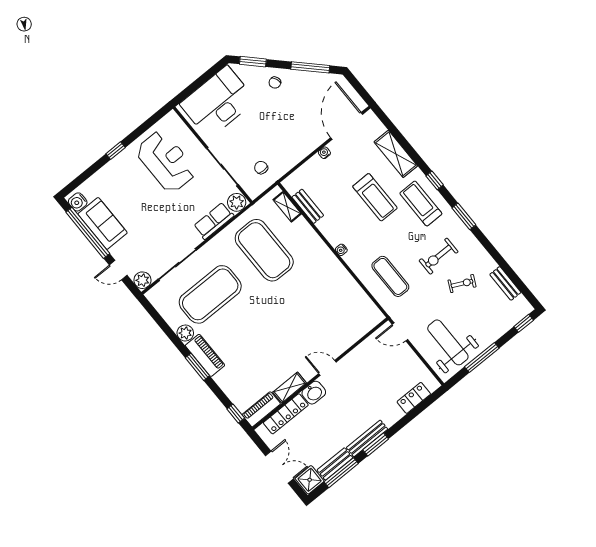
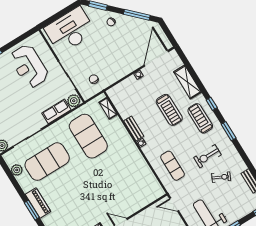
reception desk: (166, 161) -> (29, 66), turned 180
bench: (308, 206) -> (134, 128), moved
plant: (185, 333) -> (17, 170), moved

